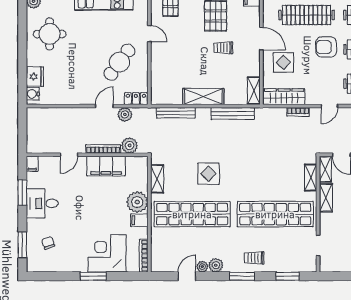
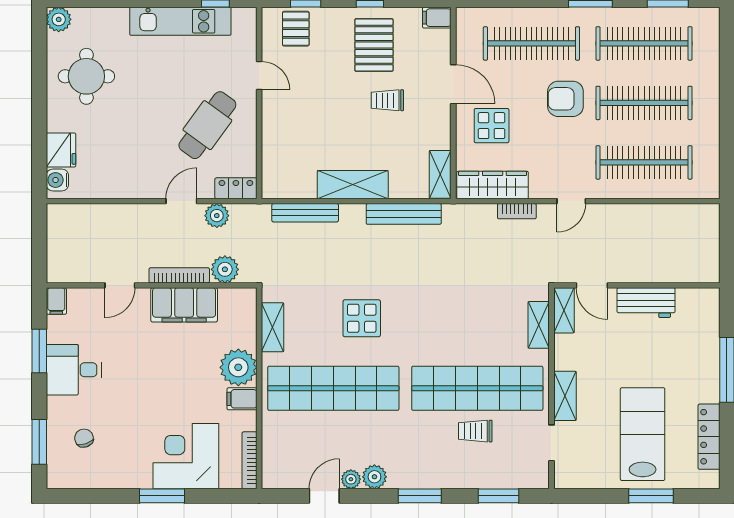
shelving: (326, 198) -> (565, 396), moved
trolley: (254, 258) -> (475, 431), moved

